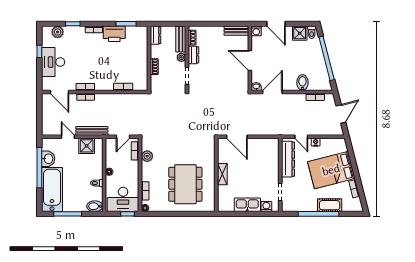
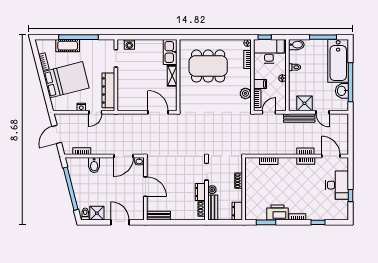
washing machine: (256, 31) -> (139, 215), removed
plant: (58, 32) -> (333, 214), removed
door: (301, 137) -> (95, 112), swing flipped
filing cabinet: (132, 166) -> (260, 84), added
dining table: (185, 184) -> (208, 66), turned 90
kitchen sink: (247, 205) -> (170, 52), moved, turned 90

